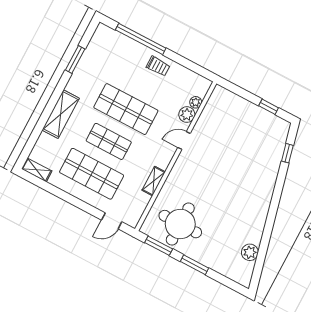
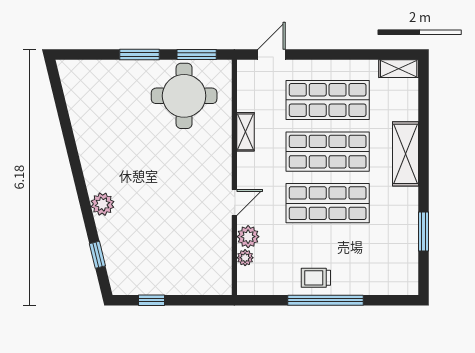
window: (141, 39) -> (326, 300), moved
shop shelf: (109, 141) -> (328, 152), width x1.43, depth x1.36
plant: (250, 252) -> (102, 204), moved

